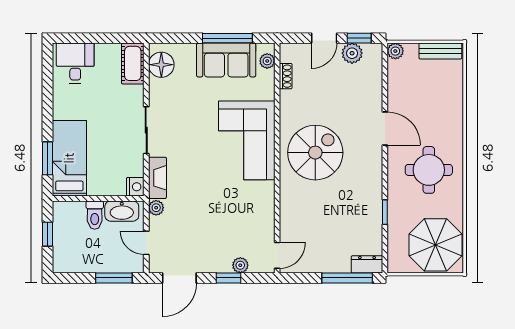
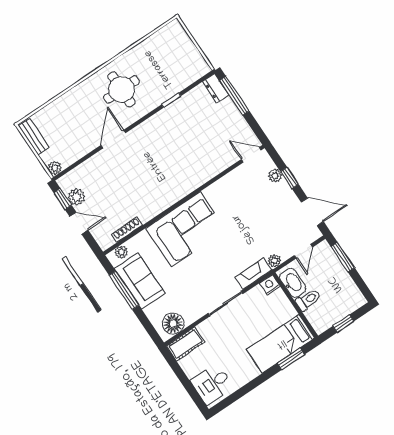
shoe rack: (286, 76) -> (127, 230), width x1.43
spiral stairs: (315, 153) -> (162, 176), removed
parasol: (436, 245) -> (170, 50), removed

